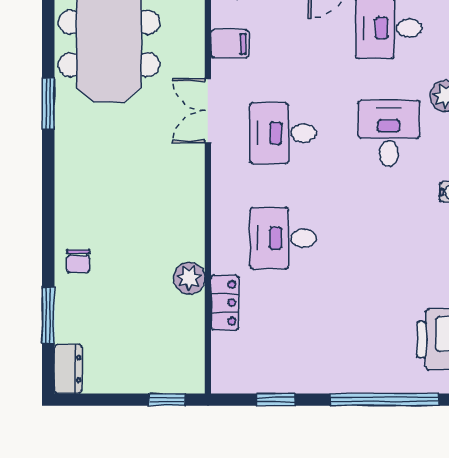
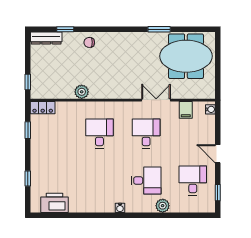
locker: (225, 303) -> (43, 108), moved
window: (48, 315) -> (65, 29), width x0.67
dresser: (68, 369) -> (46, 38), width x1.44
window: (384, 400) -> (28, 179), width x0.32

